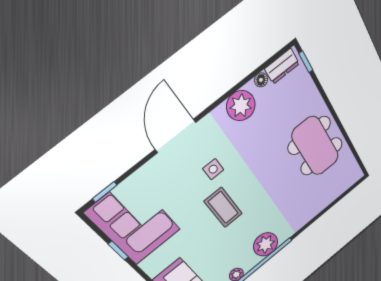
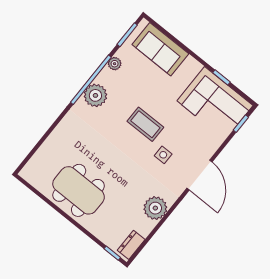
floor lamp: (261, 80) -> (145, 231), removed

